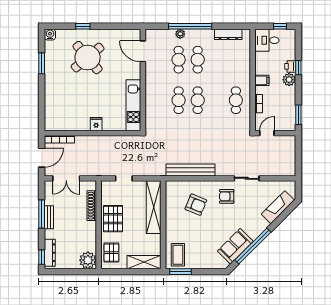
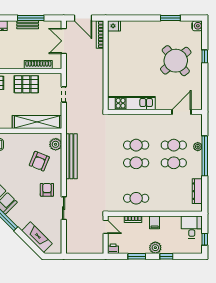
printer: (290, 66) -> (113, 249), moved
window: (298, 115) -> (137, 256), moved
fridge: (96, 124) -> (114, 26), moved
plant: (178, 187) -> (56, 144), added

